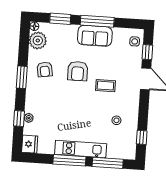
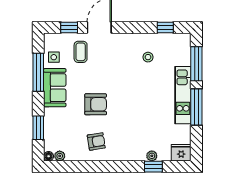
window: (97, 21) -> (38, 72), moved
plant: (38, 41) -> (60, 156), width x0.53, depth x0.53
side table: (135, 41) -> (54, 57), moved
window: (22, 77) -> (107, 167), removed
coffee table: (105, 86) -> (81, 52), moved

